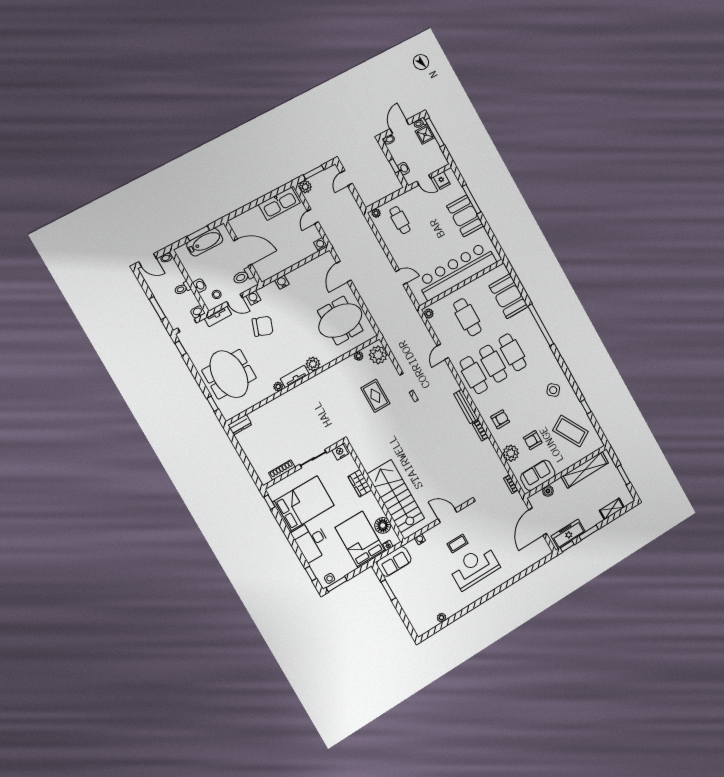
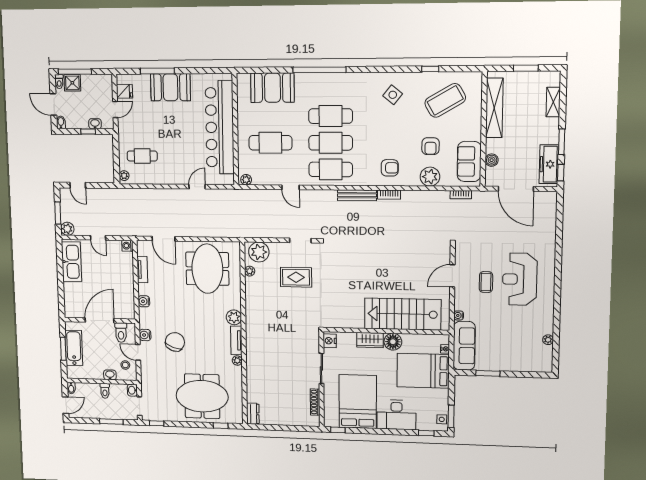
door: (234, 300) -> (138, 352), swing flipped
tv unit: (218, 316) -> (142, 270), moved
armchair: (500, 419) -> (390, 168), turned 90
floor lamp: (383, 525) -> (393, 342), moved
sofa: (394, 561) -> (464, 346), width x1.36

